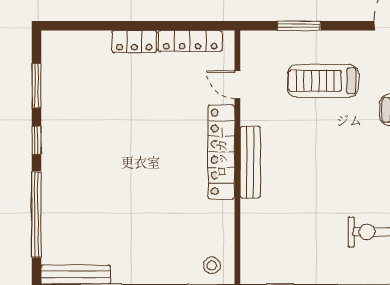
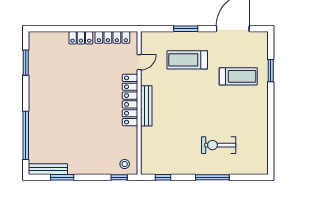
window: (299, 26) -> (186, 29), moved
door: (237, 85) -> (139, 62), swing flipped
window: (36, 140) -> (26, 93), removed

